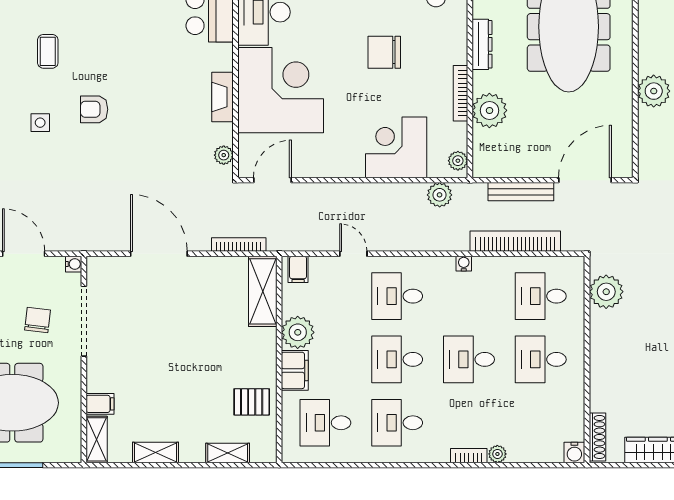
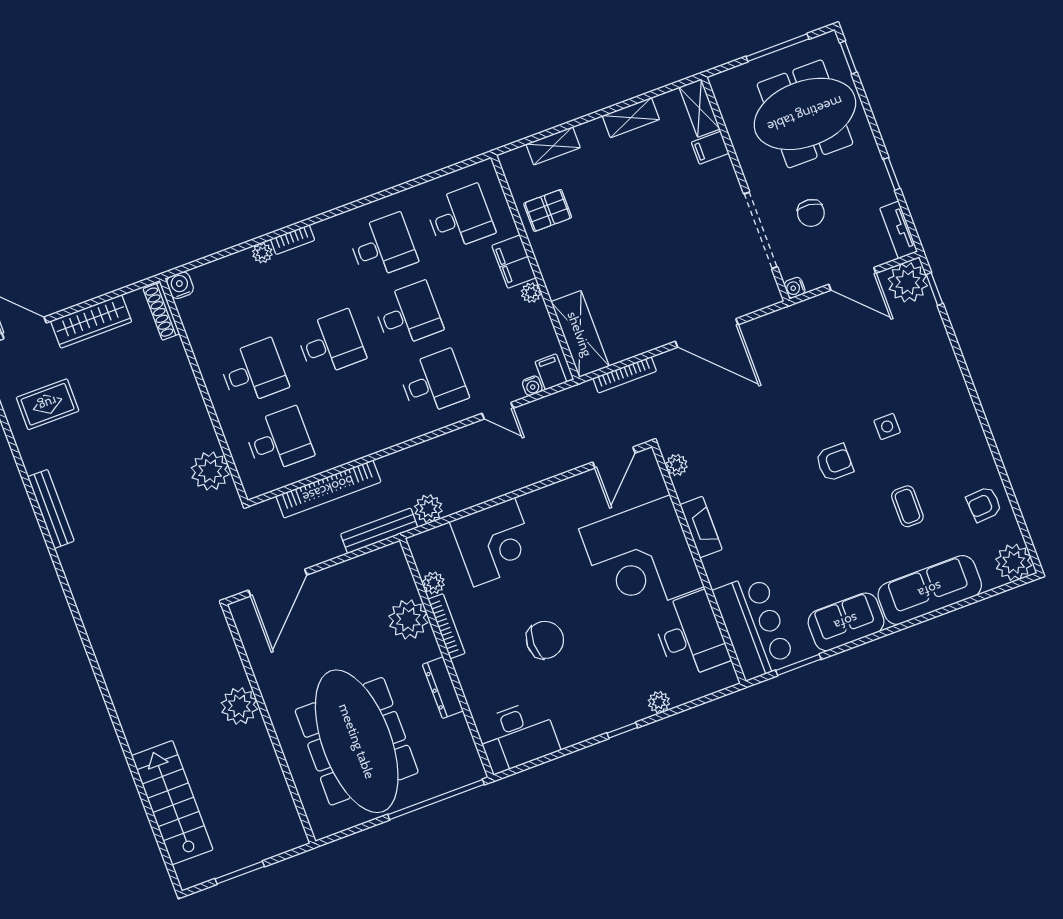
plant: (458, 161) -> (434, 583), moved
bench: (521, 192) -> (379, 531), moved
water cooler: (464, 264) -> (532, 386), moved
plant: (298, 332) -> (531, 293), width x0.53, depth x0.53

